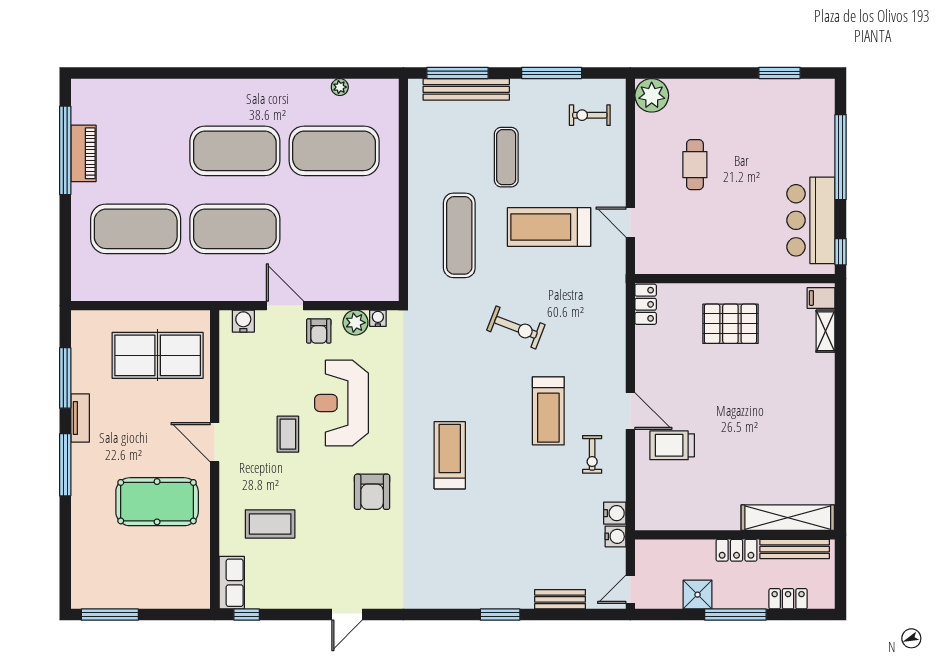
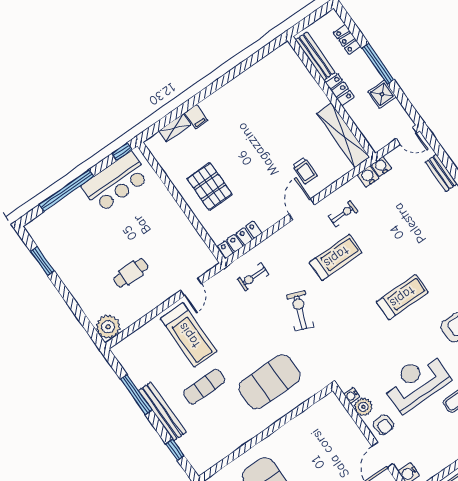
window: (457, 73) -> (175, 450), width x0.46
bench: (466, 89) -> (162, 411), moved
exercise bike: (590, 115) -> (253, 277), moved, turned 90
treadmill: (549, 227) -> (189, 335), moved
exercise mat: (459, 235) -> (269, 382), width x1.47
filing cabinet: (821, 298) -> (196, 117), moved
locker: (646, 304) -> (240, 240), width x1.53
armchair: (319, 331) -> (383, 425), turned 87
reception desk: (342, 403) -> (416, 382), turned 180
trolley: (672, 445) -> (305, 171), width x0.73, depth x0.72
treadmill: (450, 455) -> (402, 297), turned 180
shelving: (788, 518) -> (343, 135), moved

